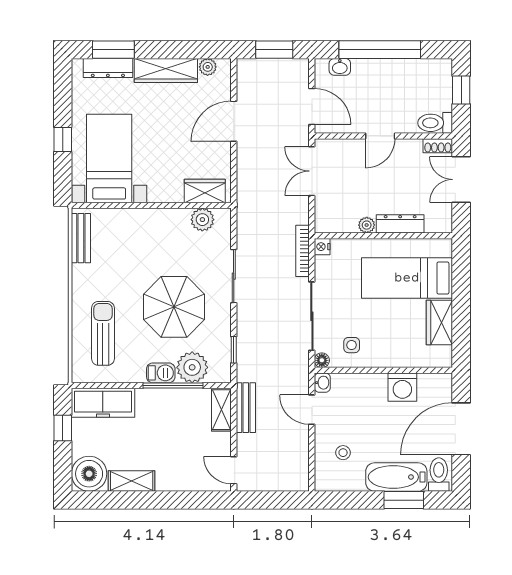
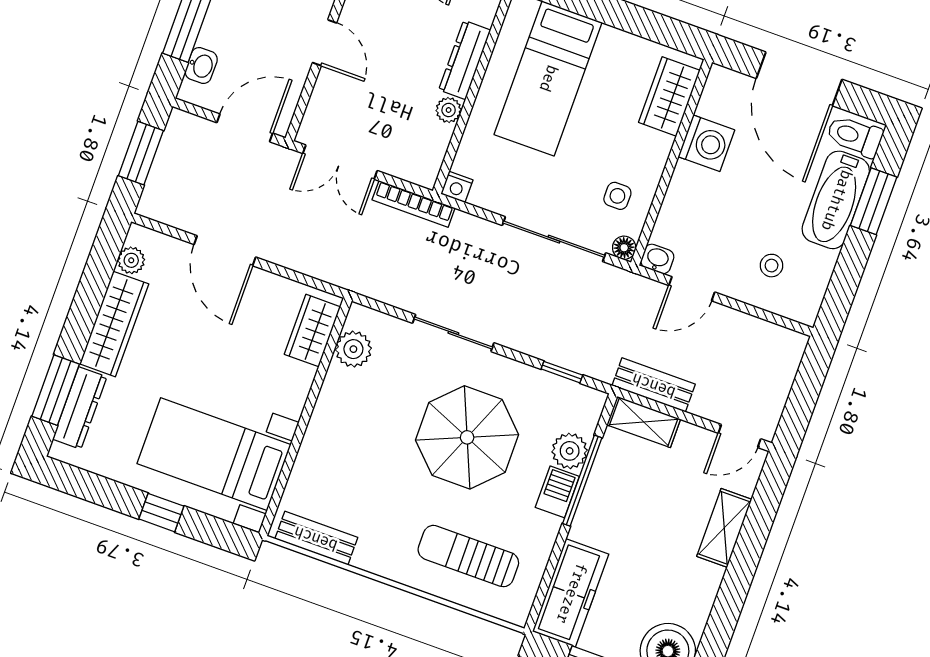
bookcase: (303, 251) -> (414, 204), moved
wardrobe: (439, 322) -> (669, 96), moved, turned 90
plant: (192, 367) -> (570, 451), width x0.73, depth x0.73
shelving: (132, 481) -> (724, 528), moved

